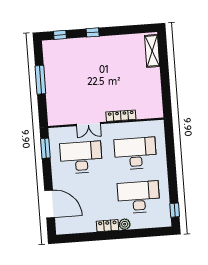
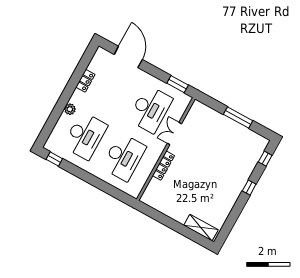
door: (50, 204) -> (128, 57), swing flipped
locker: (108, 226) -> (85, 81), moved

